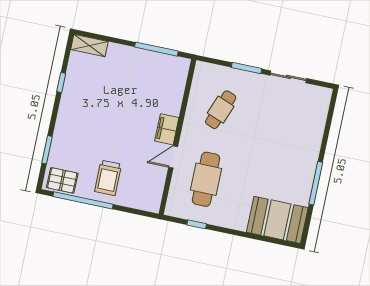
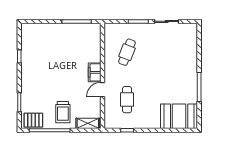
shelving: (89, 46) -> (88, 123), moved
cafe table: (206, 179) -> (127, 100), width x0.73, depth x0.74

